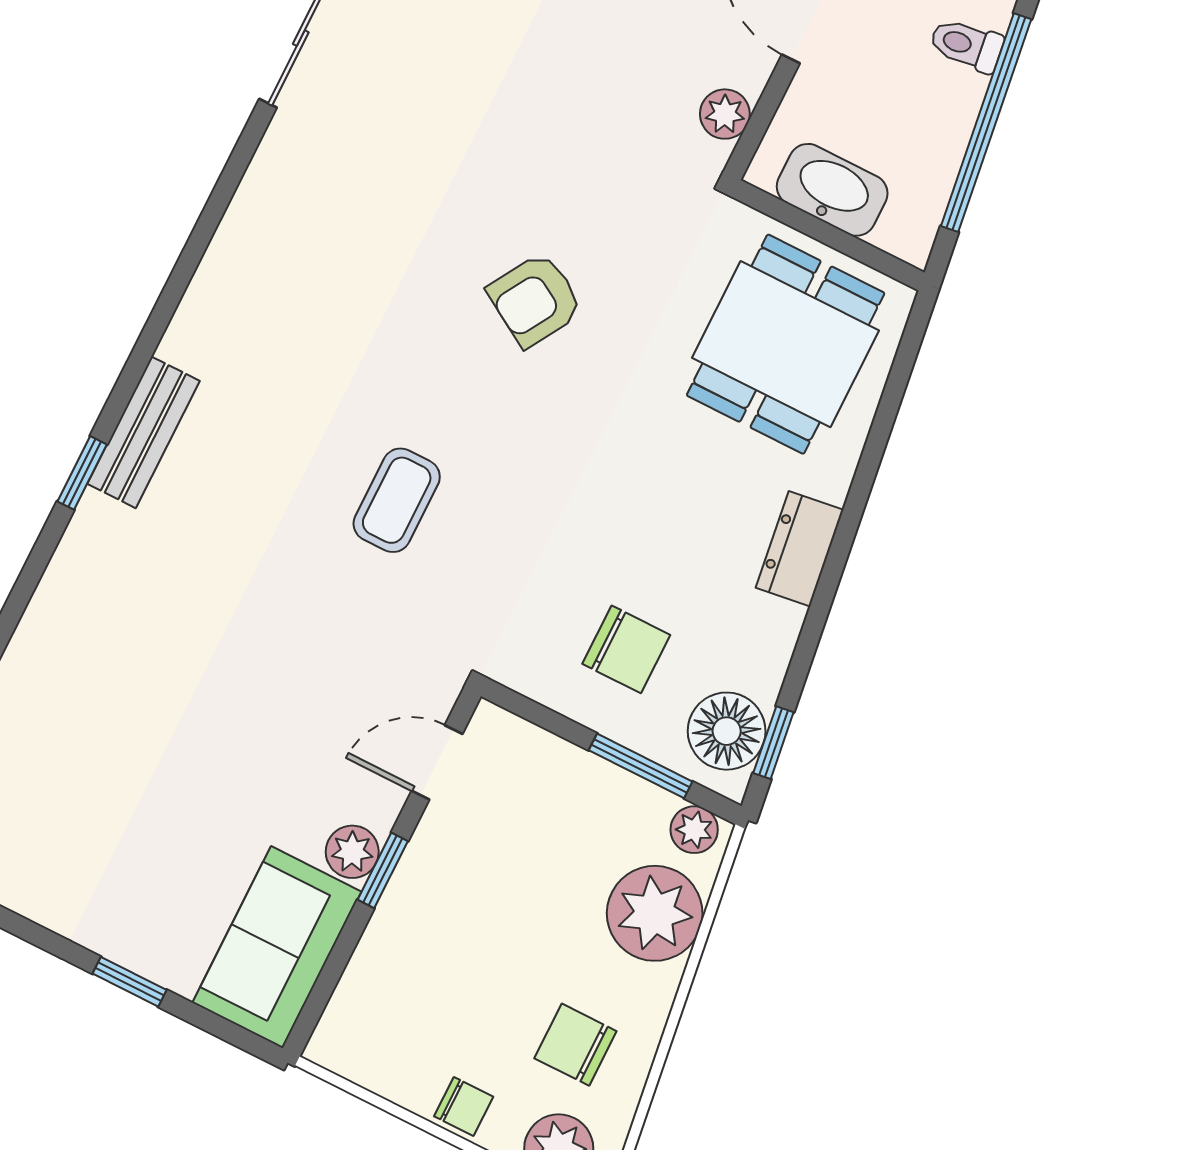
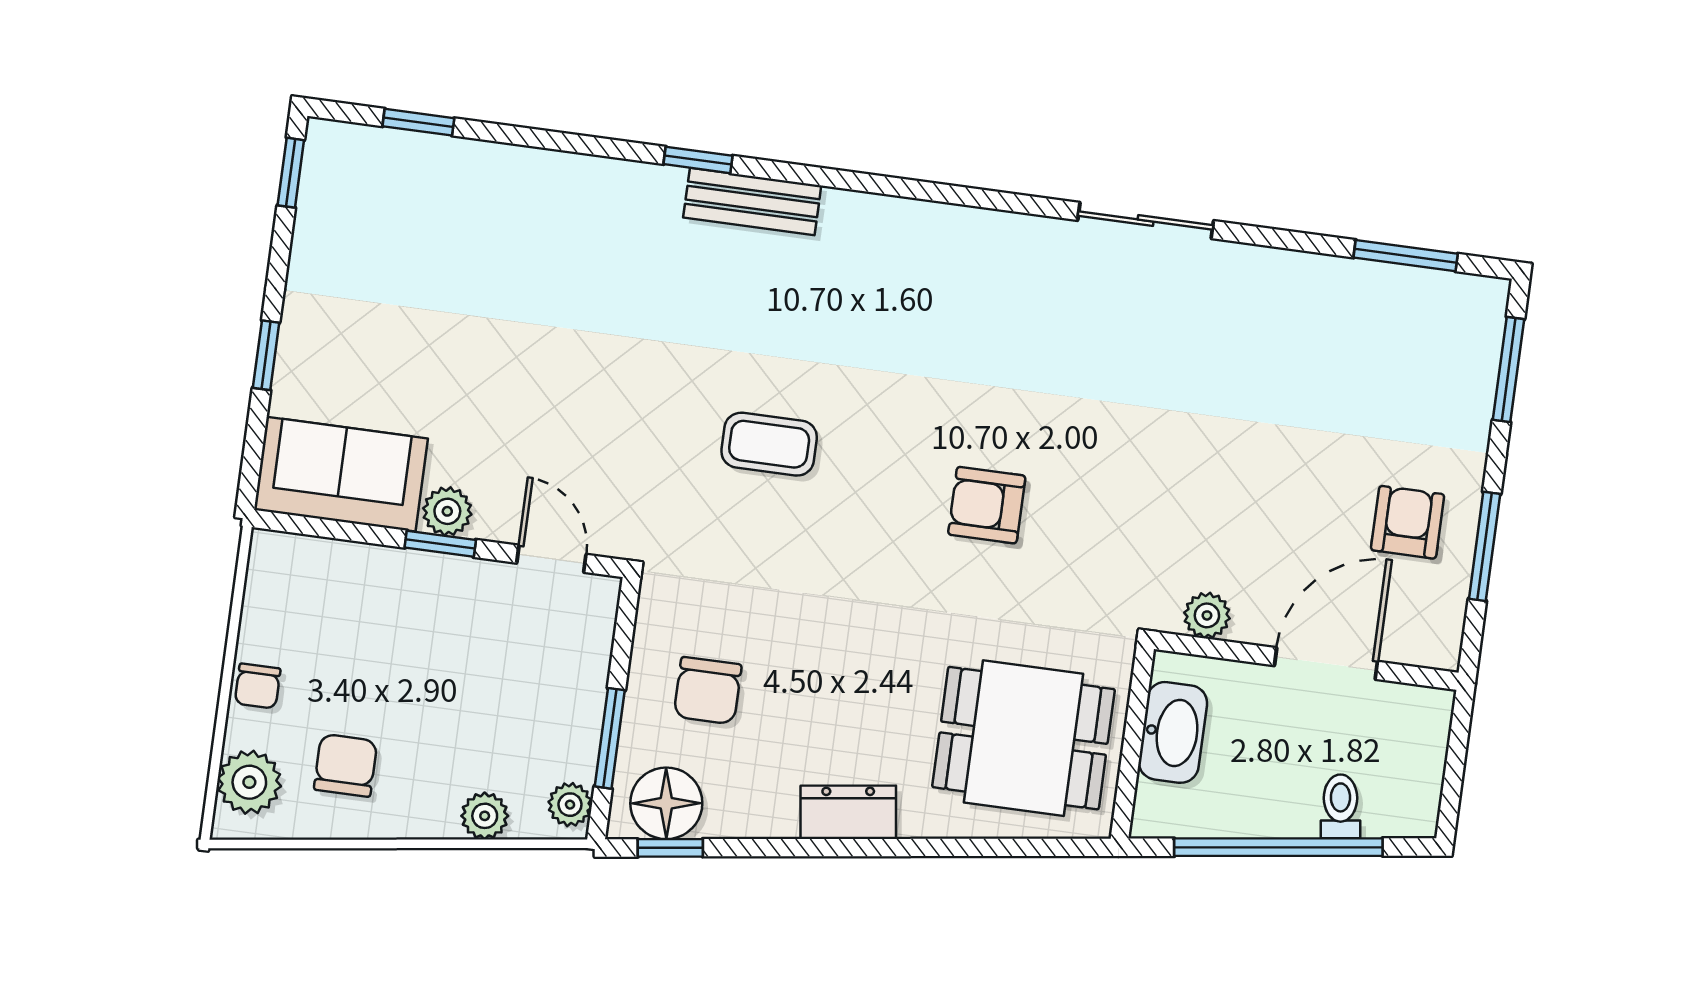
armchair: (535, 300) -> (987, 505), turned -31
plant: (655, 913) -> (485, 816), width x0.53, depth x0.53

